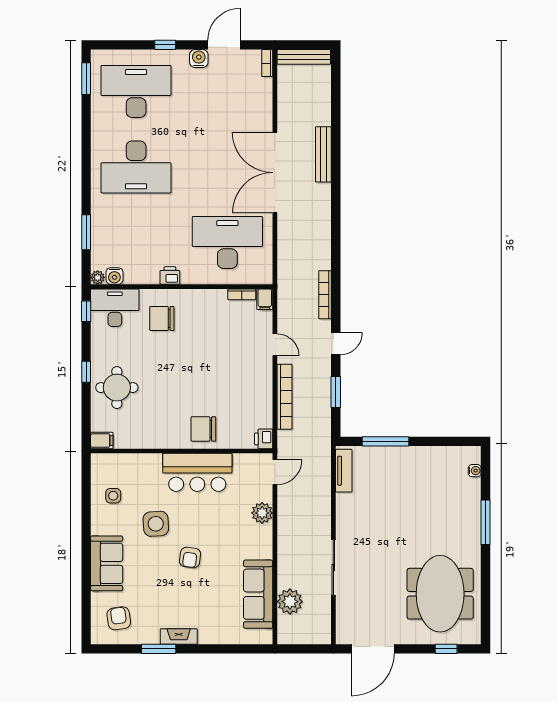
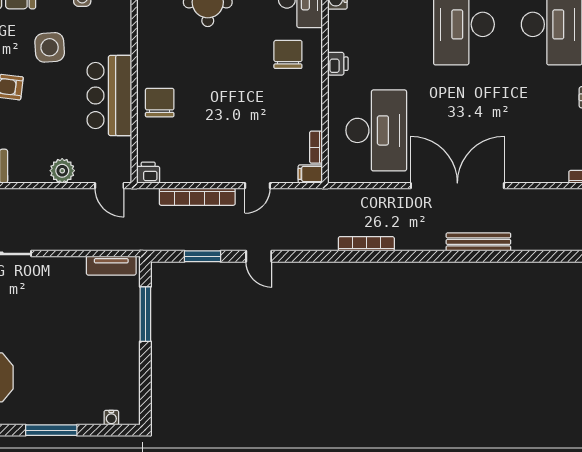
bookcase: (325, 295) -> (366, 244), moved

